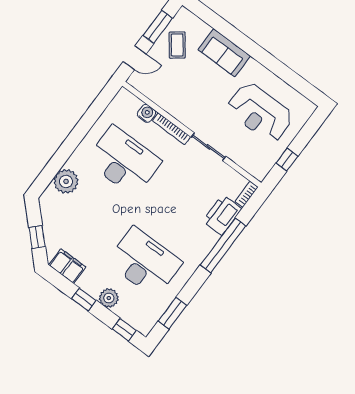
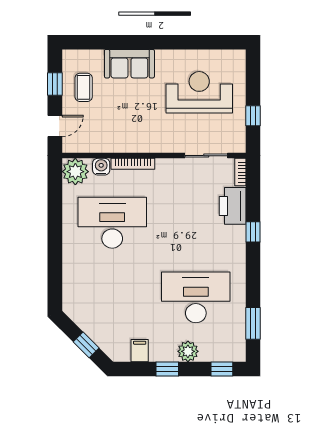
window: (158, 27) -> (55, 84), width x0.67
coffee table: (177, 45) -> (84, 87), turned 37
reception desk: (260, 112) -> (199, 92), turned 180
sliding door: (209, 147) -> (206, 156), moved
plant: (66, 181) -> (75, 172), moved
window: (223, 245) -> (253, 232), width x0.32
filing cabinet: (67, 266) -> (140, 351), width x0.50

